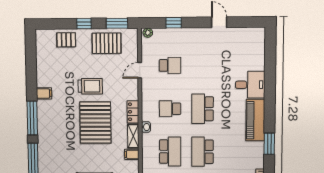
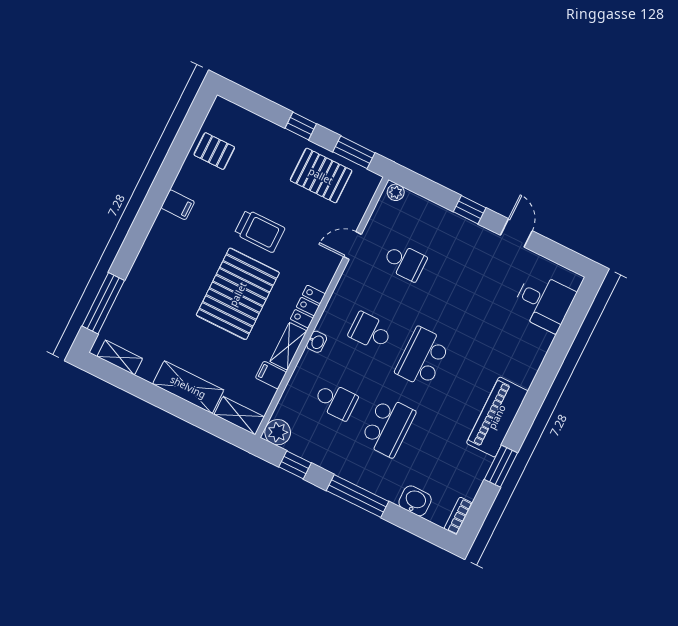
window: (174, 23) -> (470, 210), moved
pallet: (66, 40) -> (214, 151), moved
desk: (250, 85) -> (544, 302), moved
window: (32, 118) -> (137, 235), removed
school desk: (170, 152) -> (336, 401), width x0.54
school desk: (203, 152) -> (388, 427), turned 180

